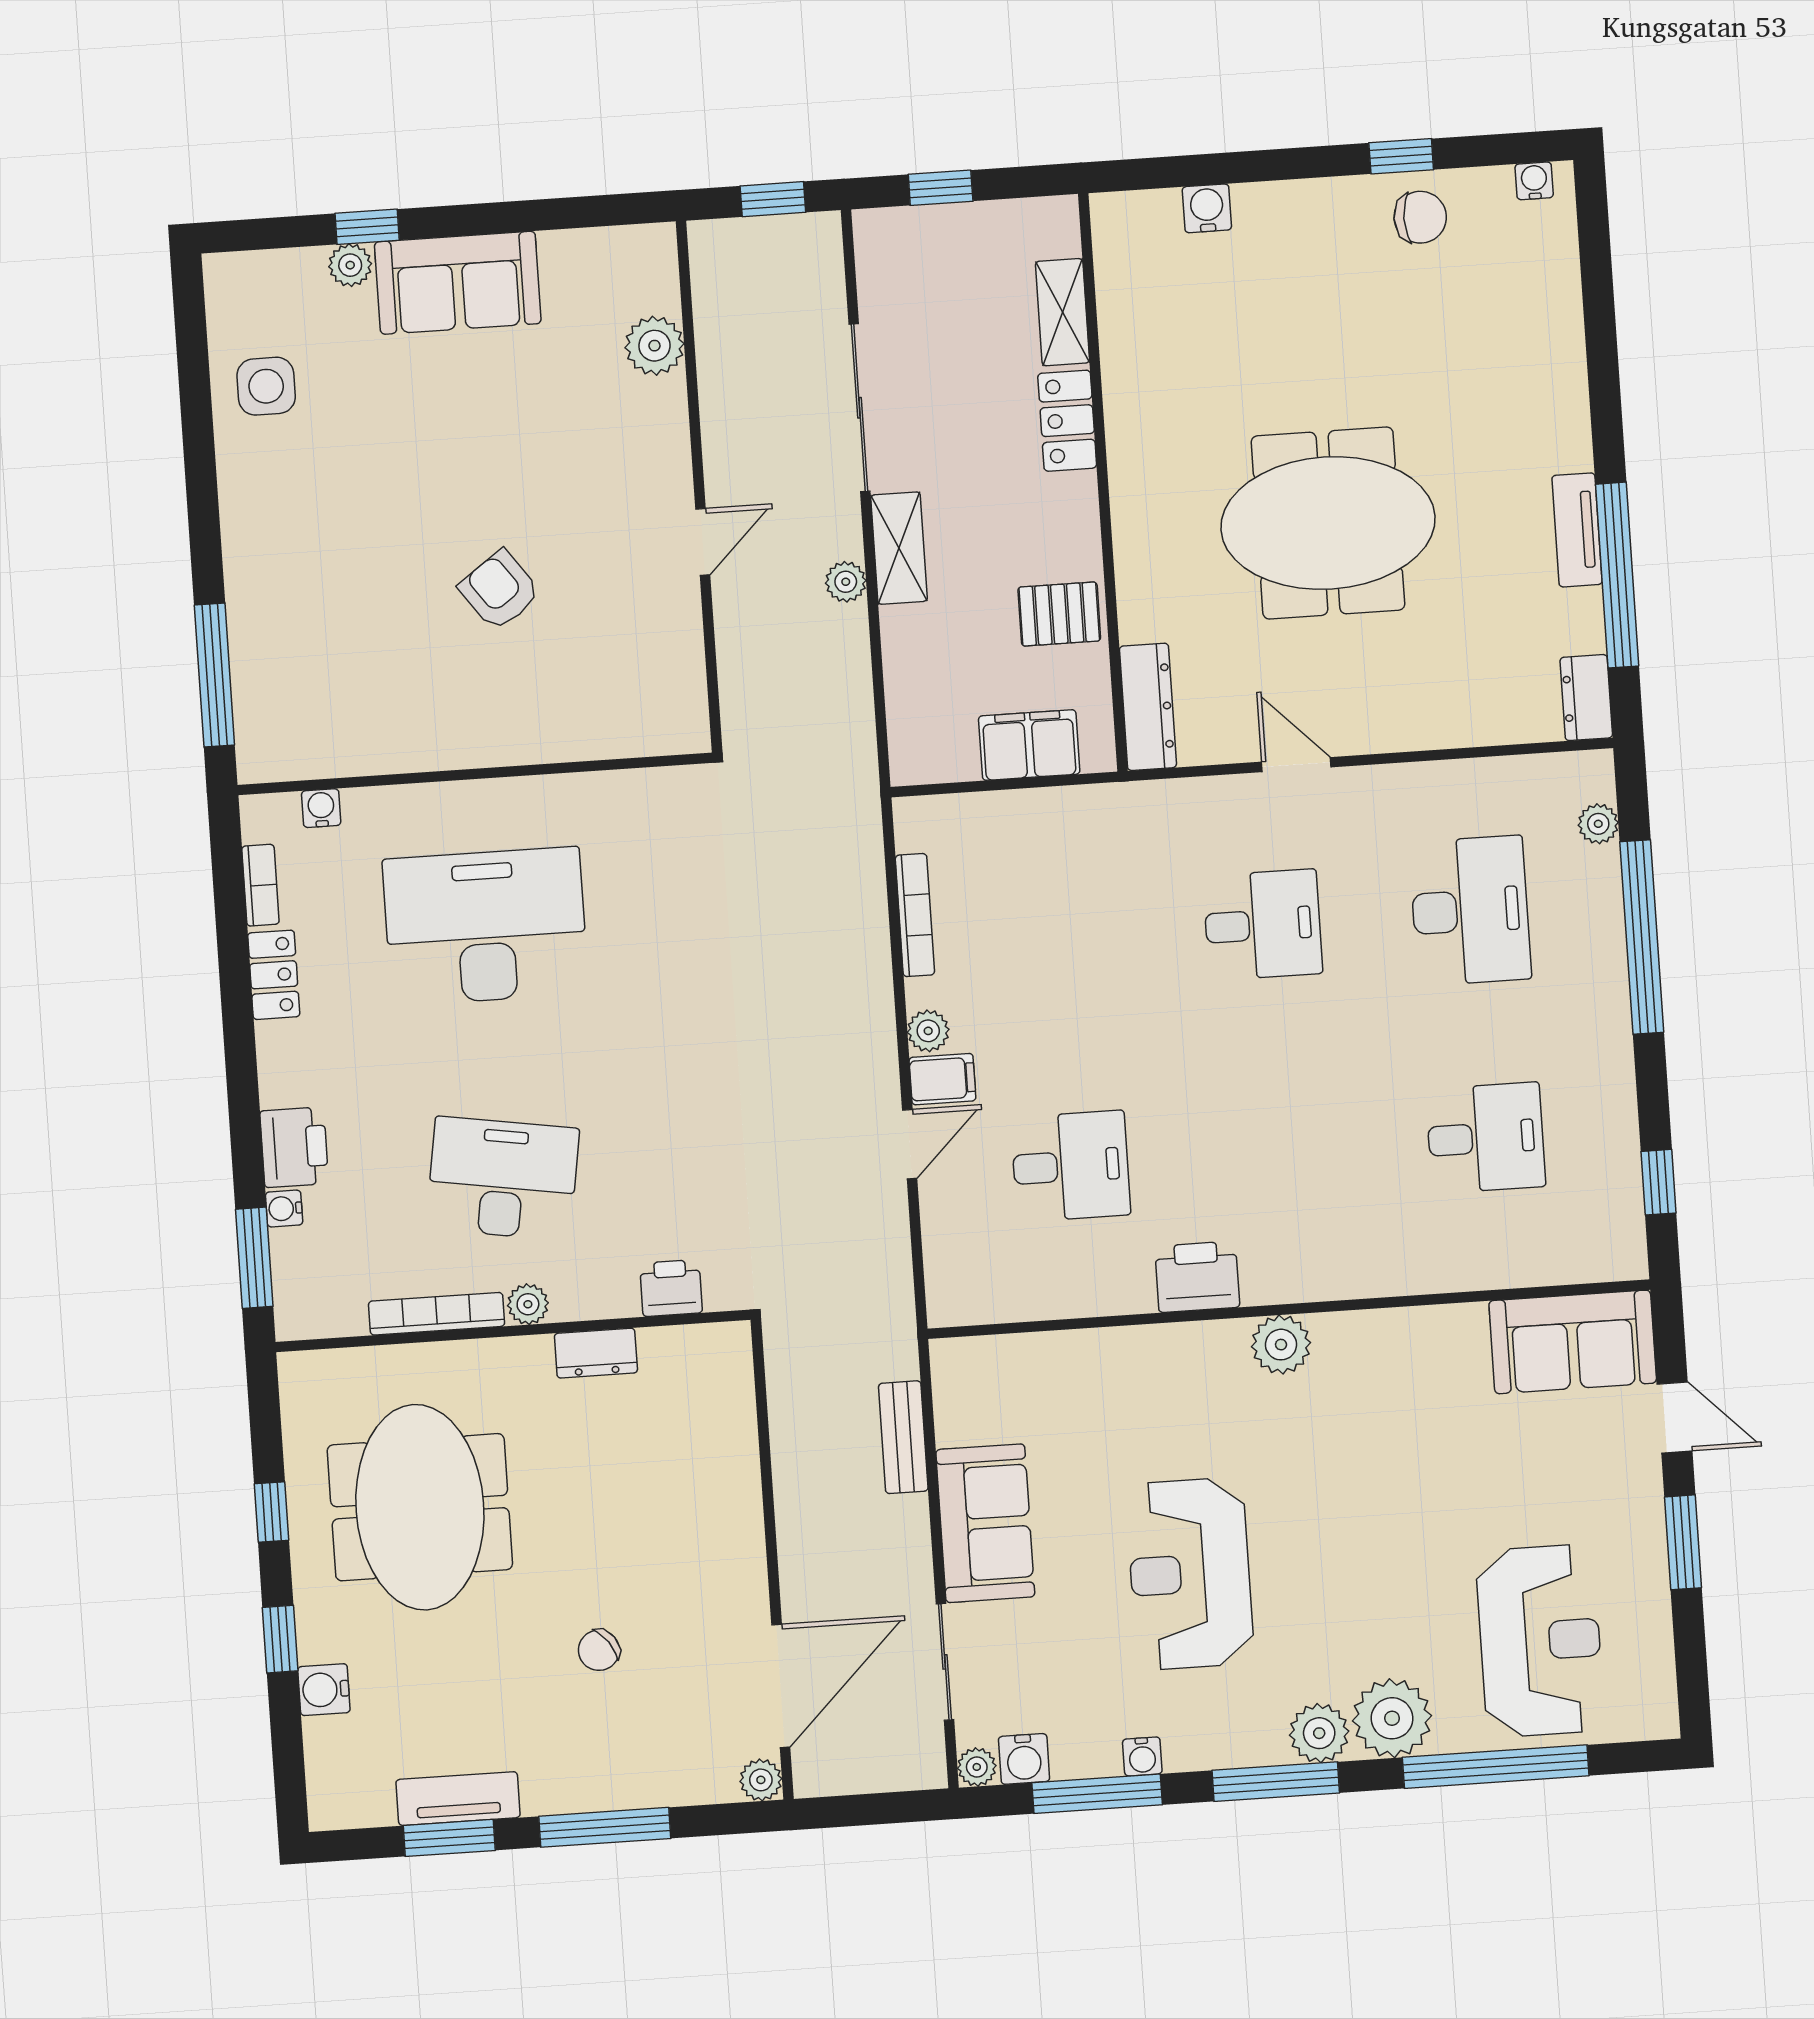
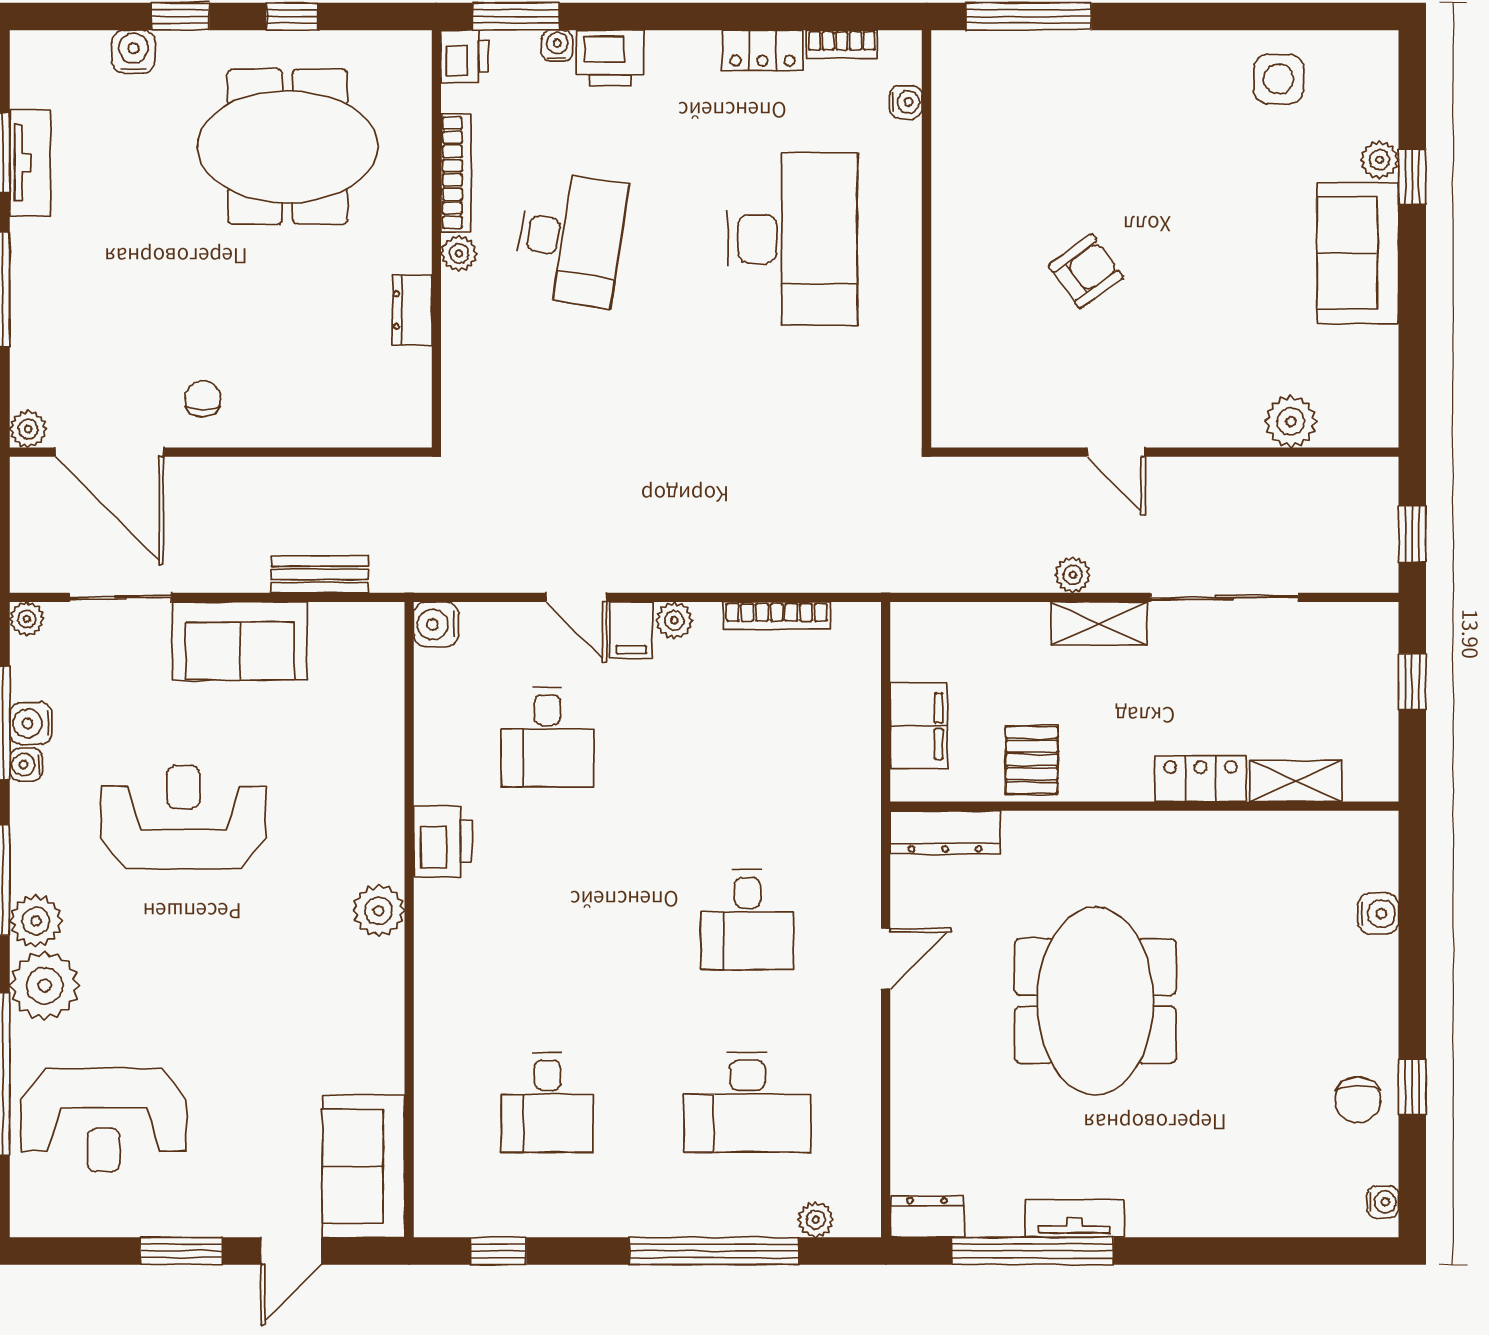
printer: (671, 1288) -> (465, 56), moved
water cooler: (951, 1301) -> (436, 624), added
chair: (599, 1650) -> (203, 399), moved, turned 36
water cooler: (1024, 1759) -> (31, 723), moved

